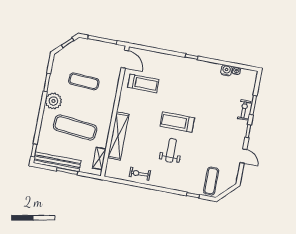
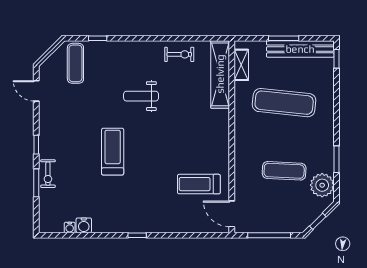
plant: (53, 101) -> (322, 185), moved
treadmill: (177, 122) -> (113, 152), moved, turned -90
shelving: (118, 136) -> (220, 74), moved
weight bench: (171, 150) -> (141, 96), turned 90
door: (243, 156) -> (36, 91), moved

